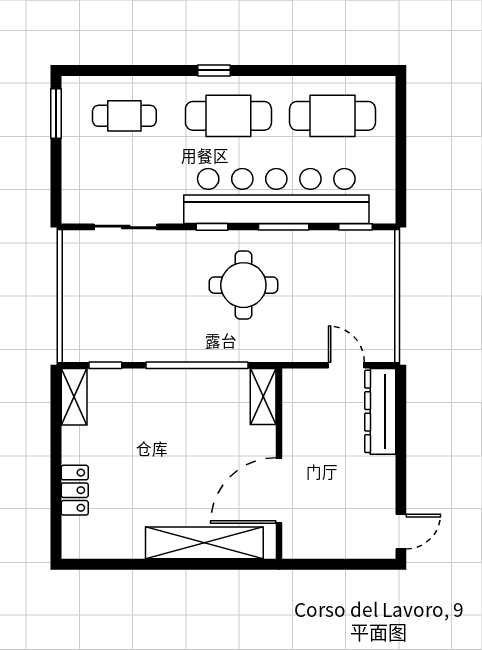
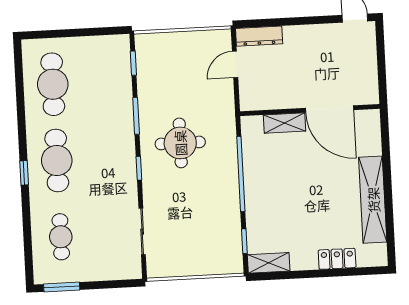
bar counter: (276, 196) -> (114, 122), removed
shelving: (263, 397) -> (285, 123), moved
dresser: (380, 411) -> (259, 36), width x0.73, depth x0.80
shelving: (204, 543) -> (373, 200), moved

